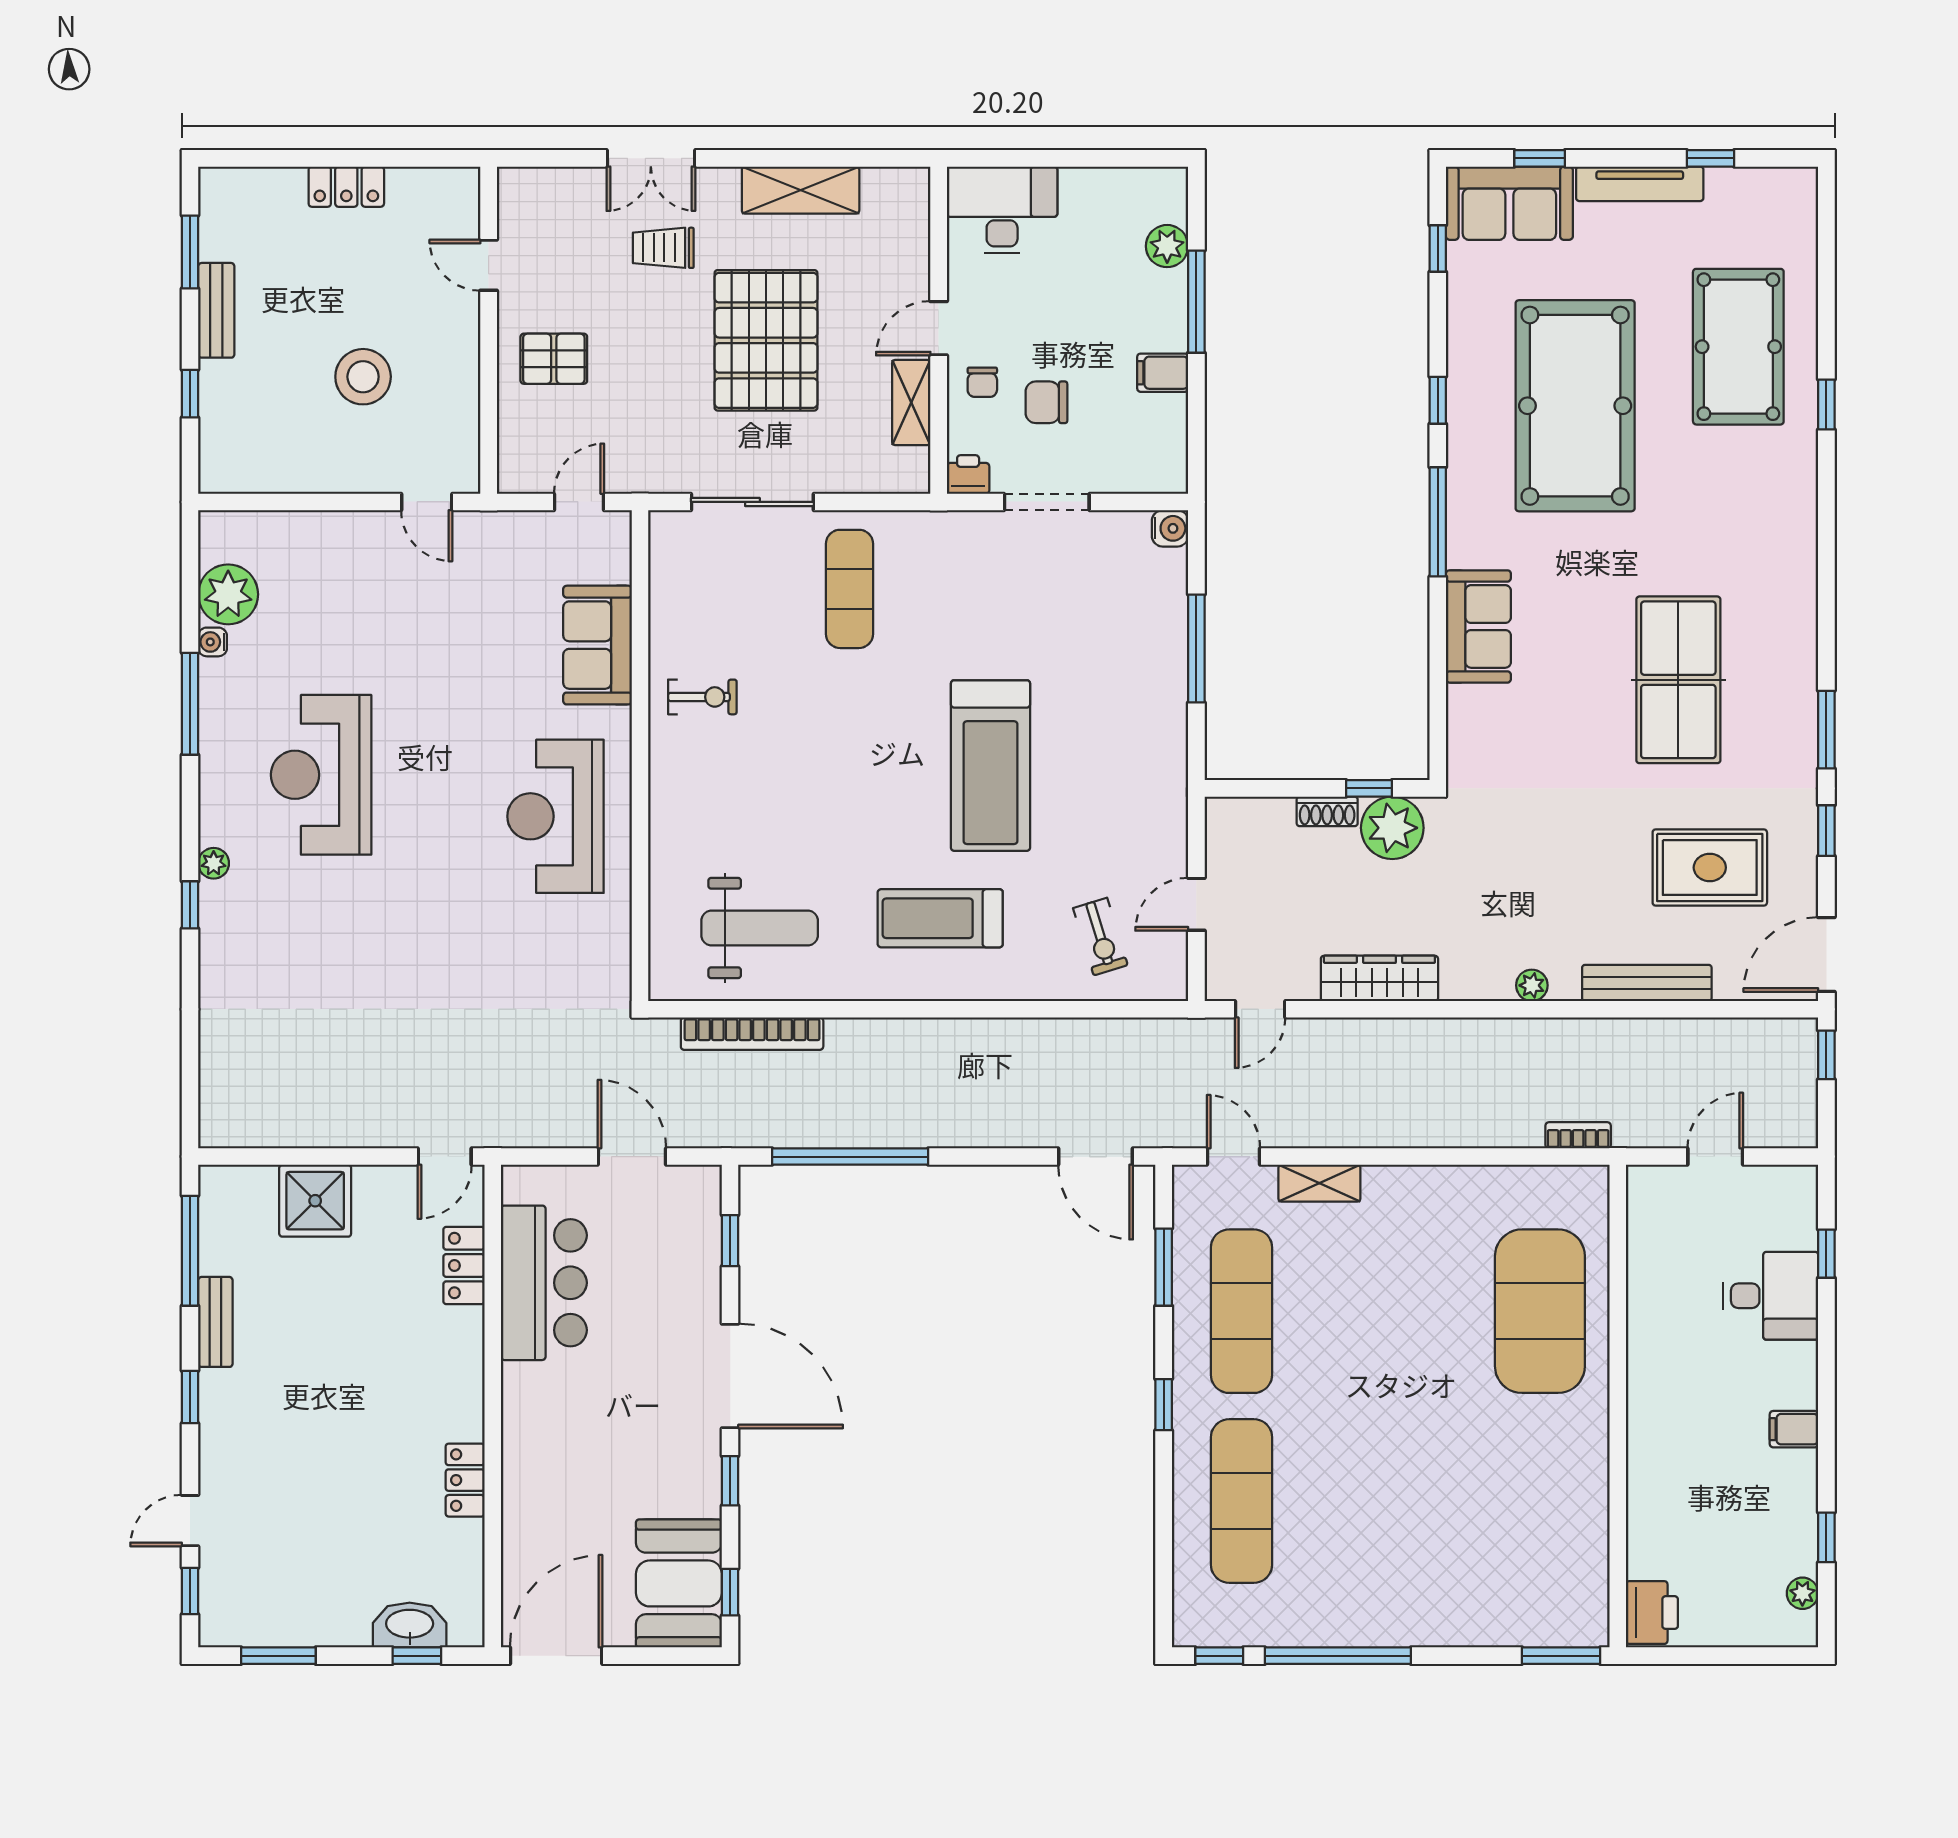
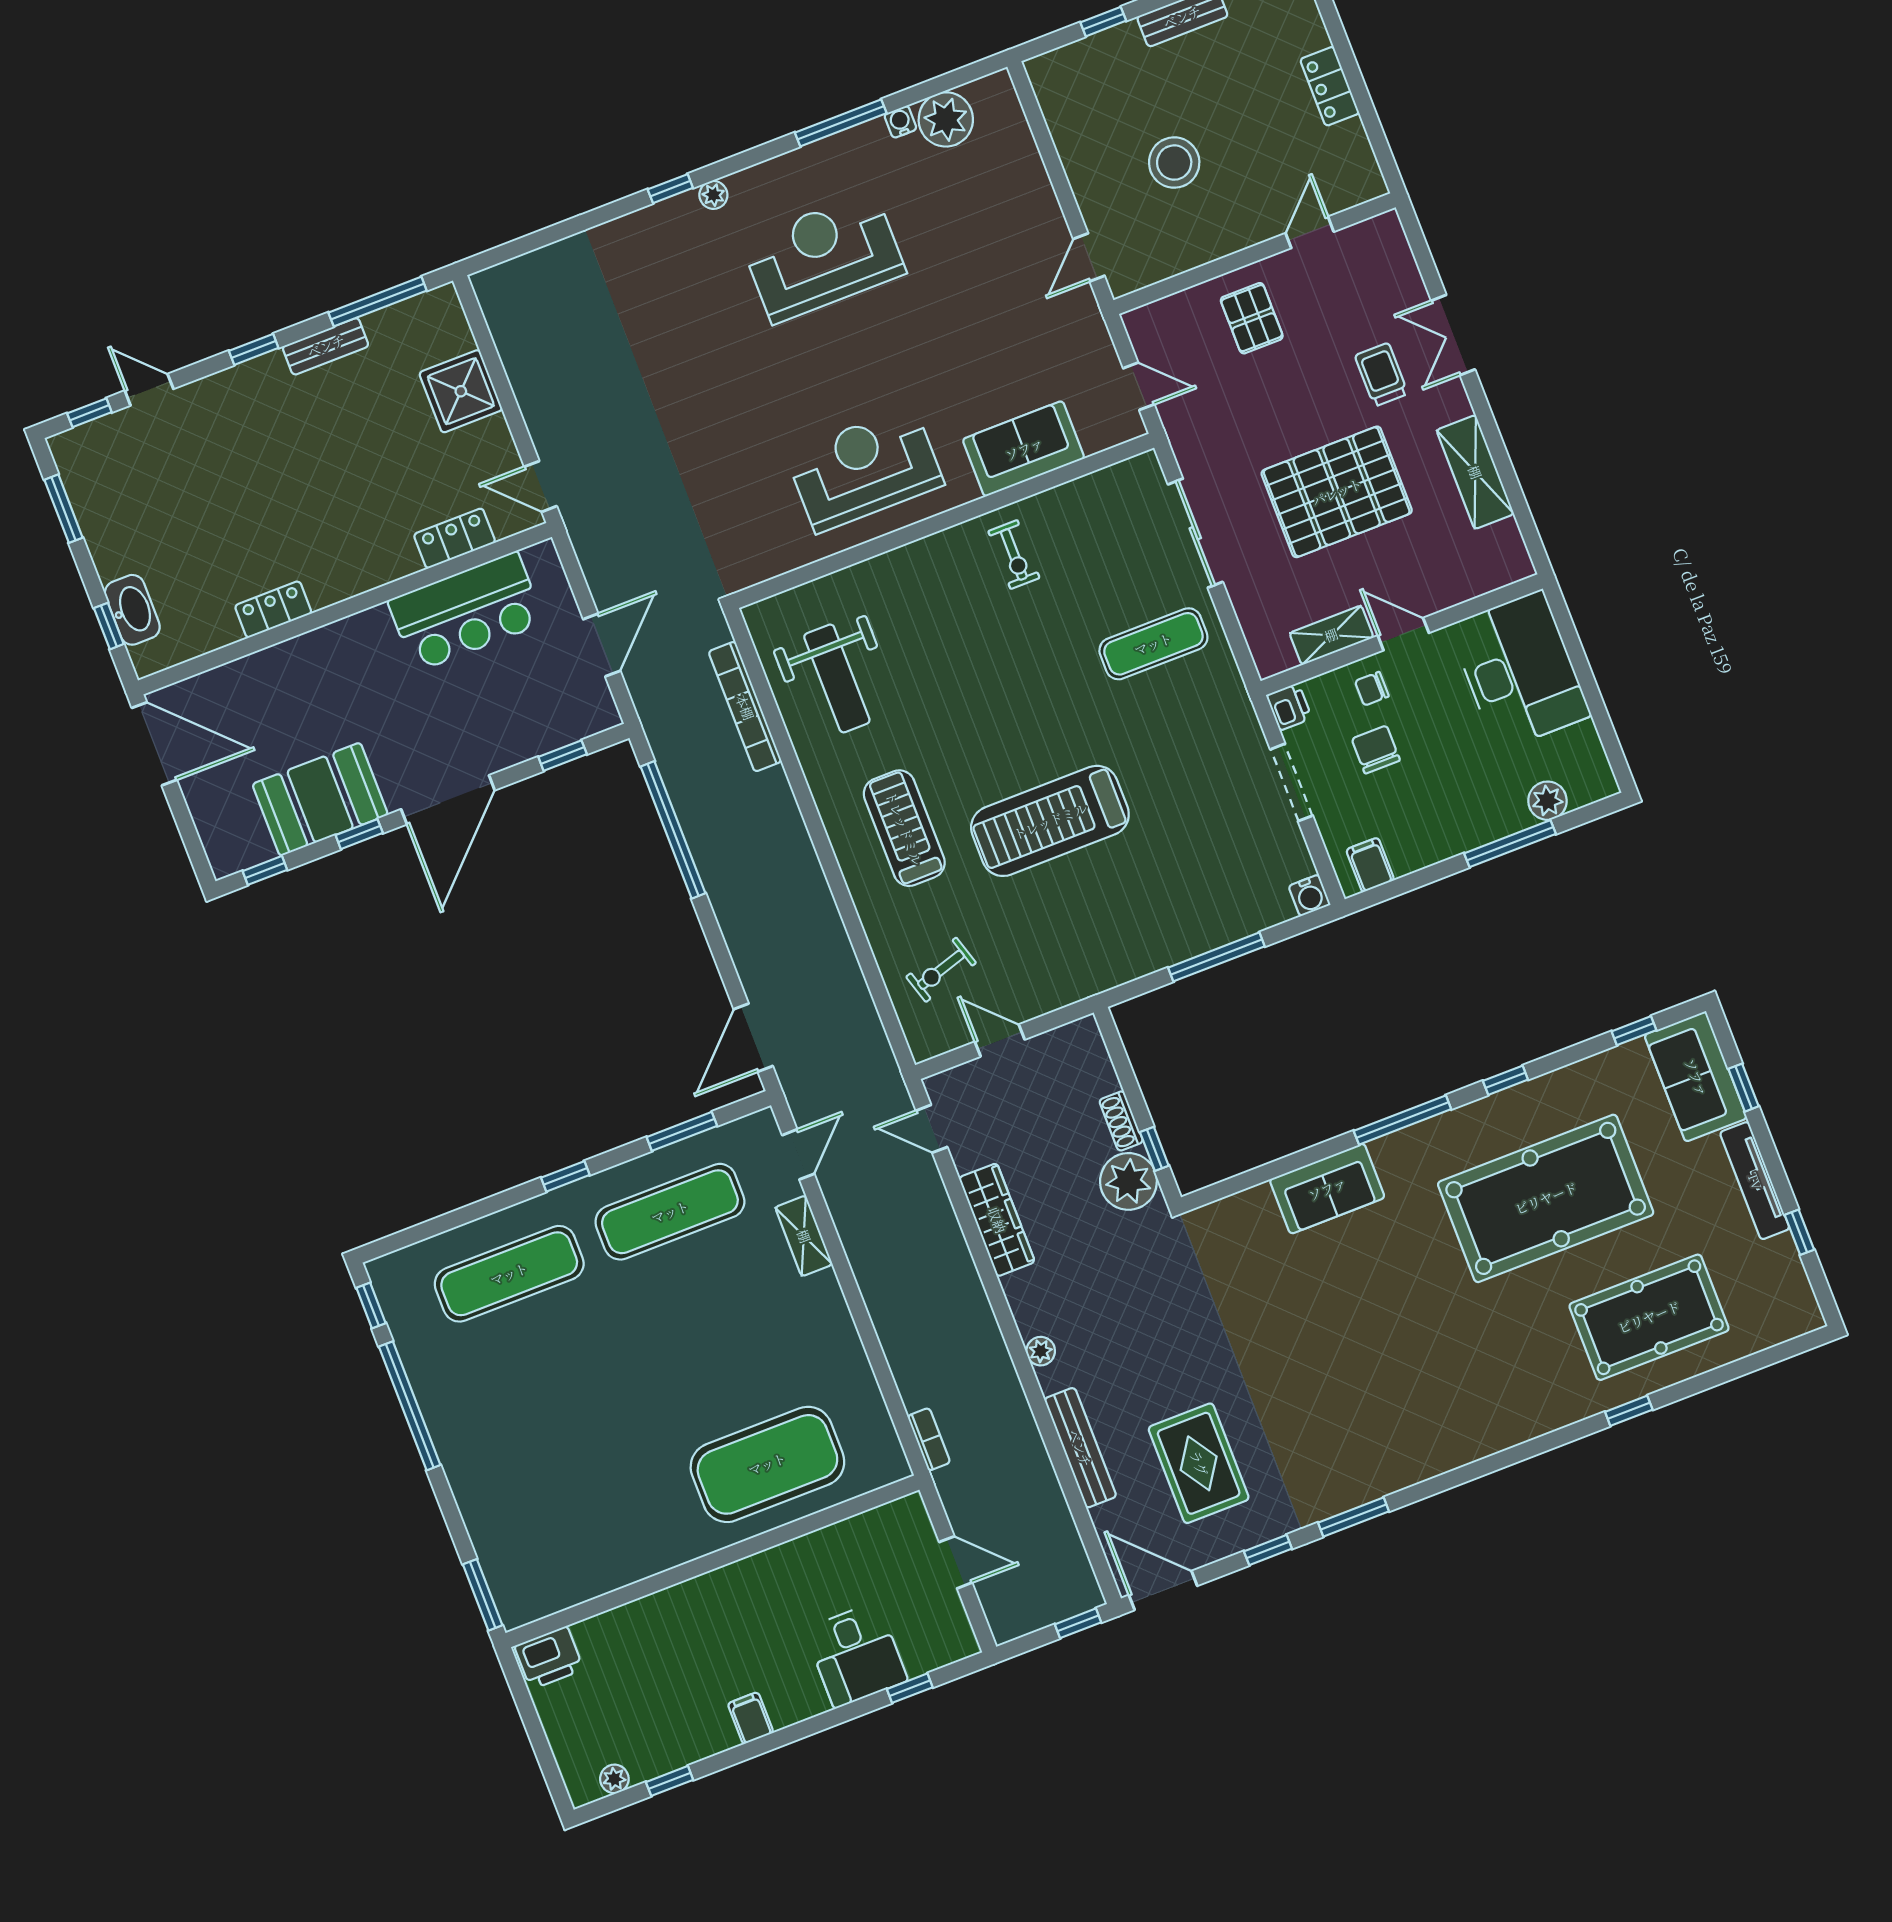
desk: (1002, 210) -> (1520, 670), width x1.36, depth x1.30
filing cabinet: (1163, 373) -> (1370, 865), moved
table tennis table: (1678, 680) -> (1347, 1375), removed
booth: (679, 1583) -> (320, 799), moved

